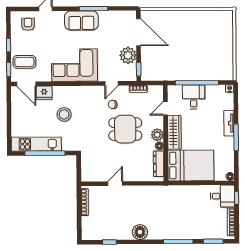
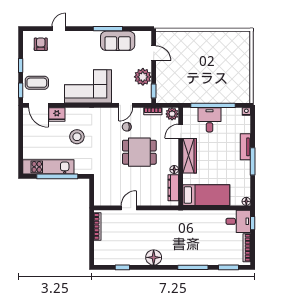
sofa: (81, 20) -> (118, 41), moved
door: (138, 32) -> (154, 53), width x0.53
plant: (157, 135) -> (172, 114), moved
bed: (191, 165) -> (206, 195), width x0.67

